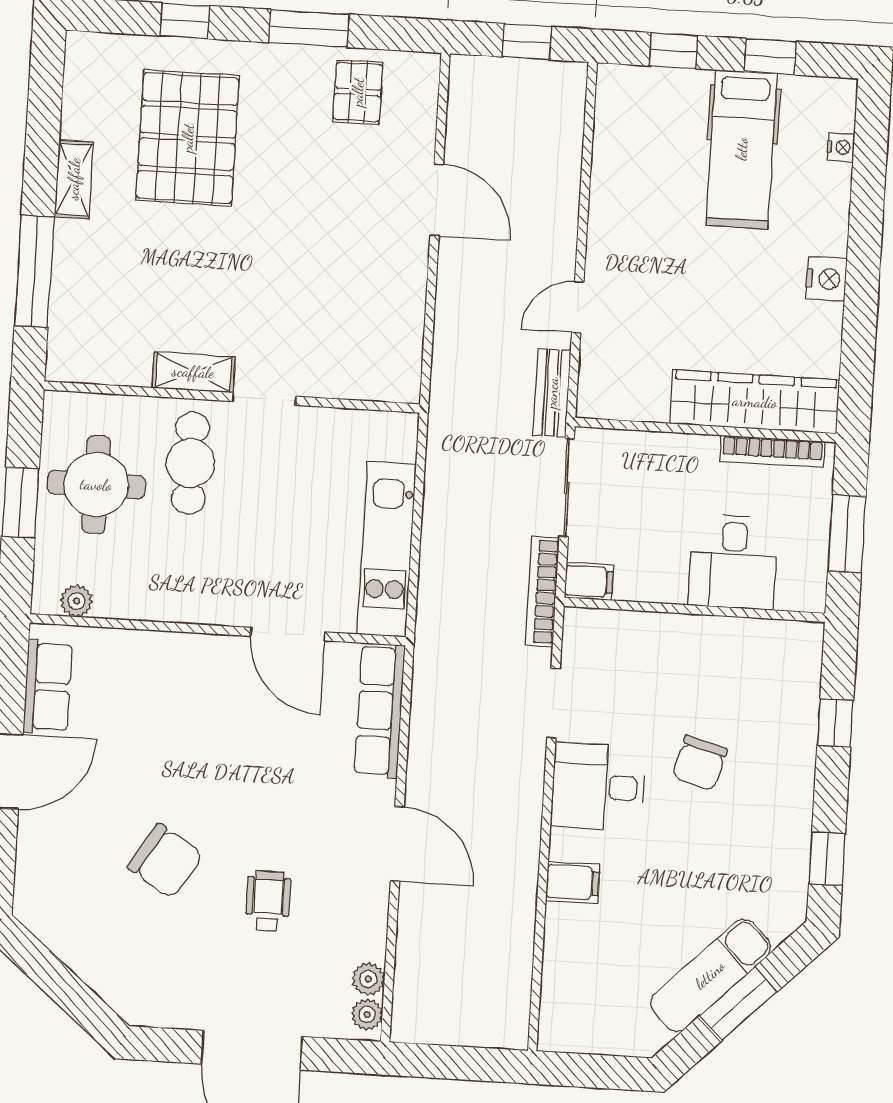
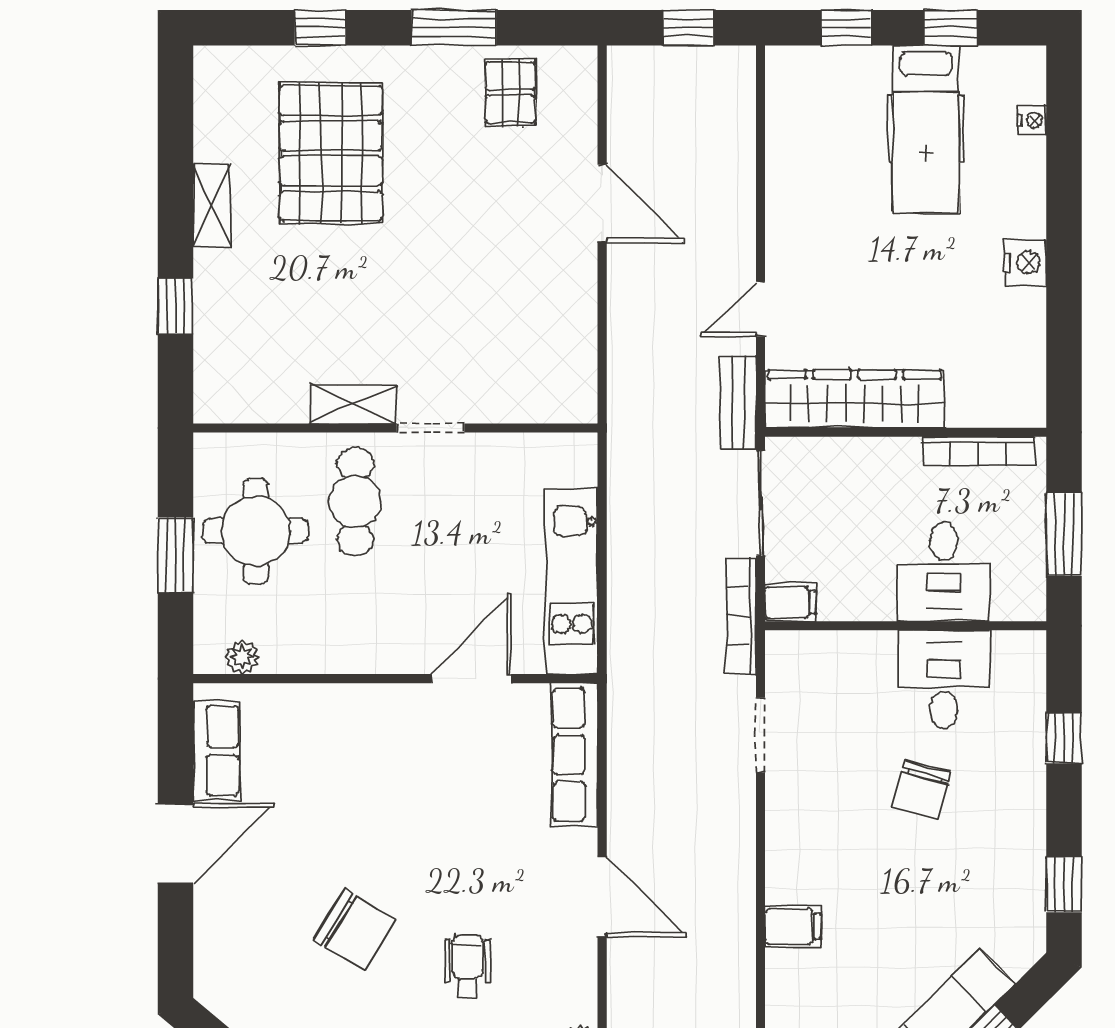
window: (34, 271) -> (176, 306), width x0.46
wardrobe: (755, 402) -> (855, 399), moved
door: (288, 634) -> (471, 679), swing flipped
desk: (598, 787) -> (944, 679), moved, turned 90

